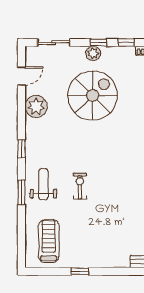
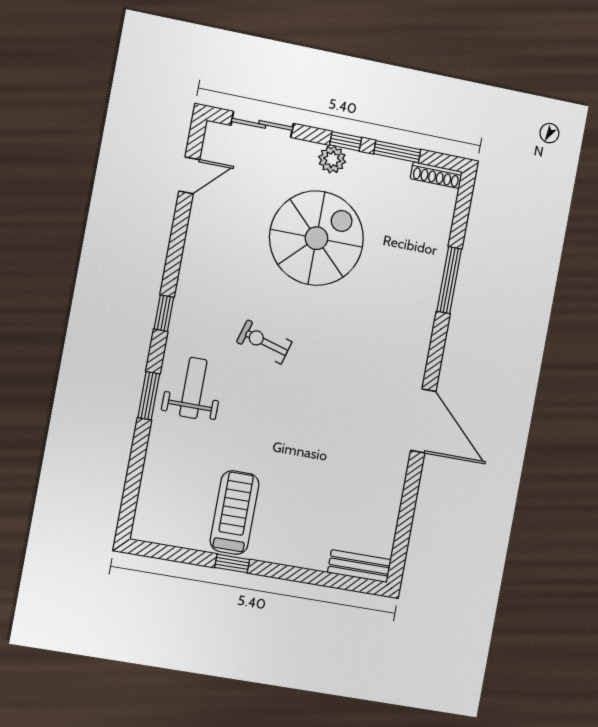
window: (126, 43) -> (397, 152), width x1.50
plant: (36, 106) -> (206, 238), removed
exercise bike: (80, 186) -> (264, 342), moved, turned -74
treadmill: (49, 241) -> (235, 513), moved

